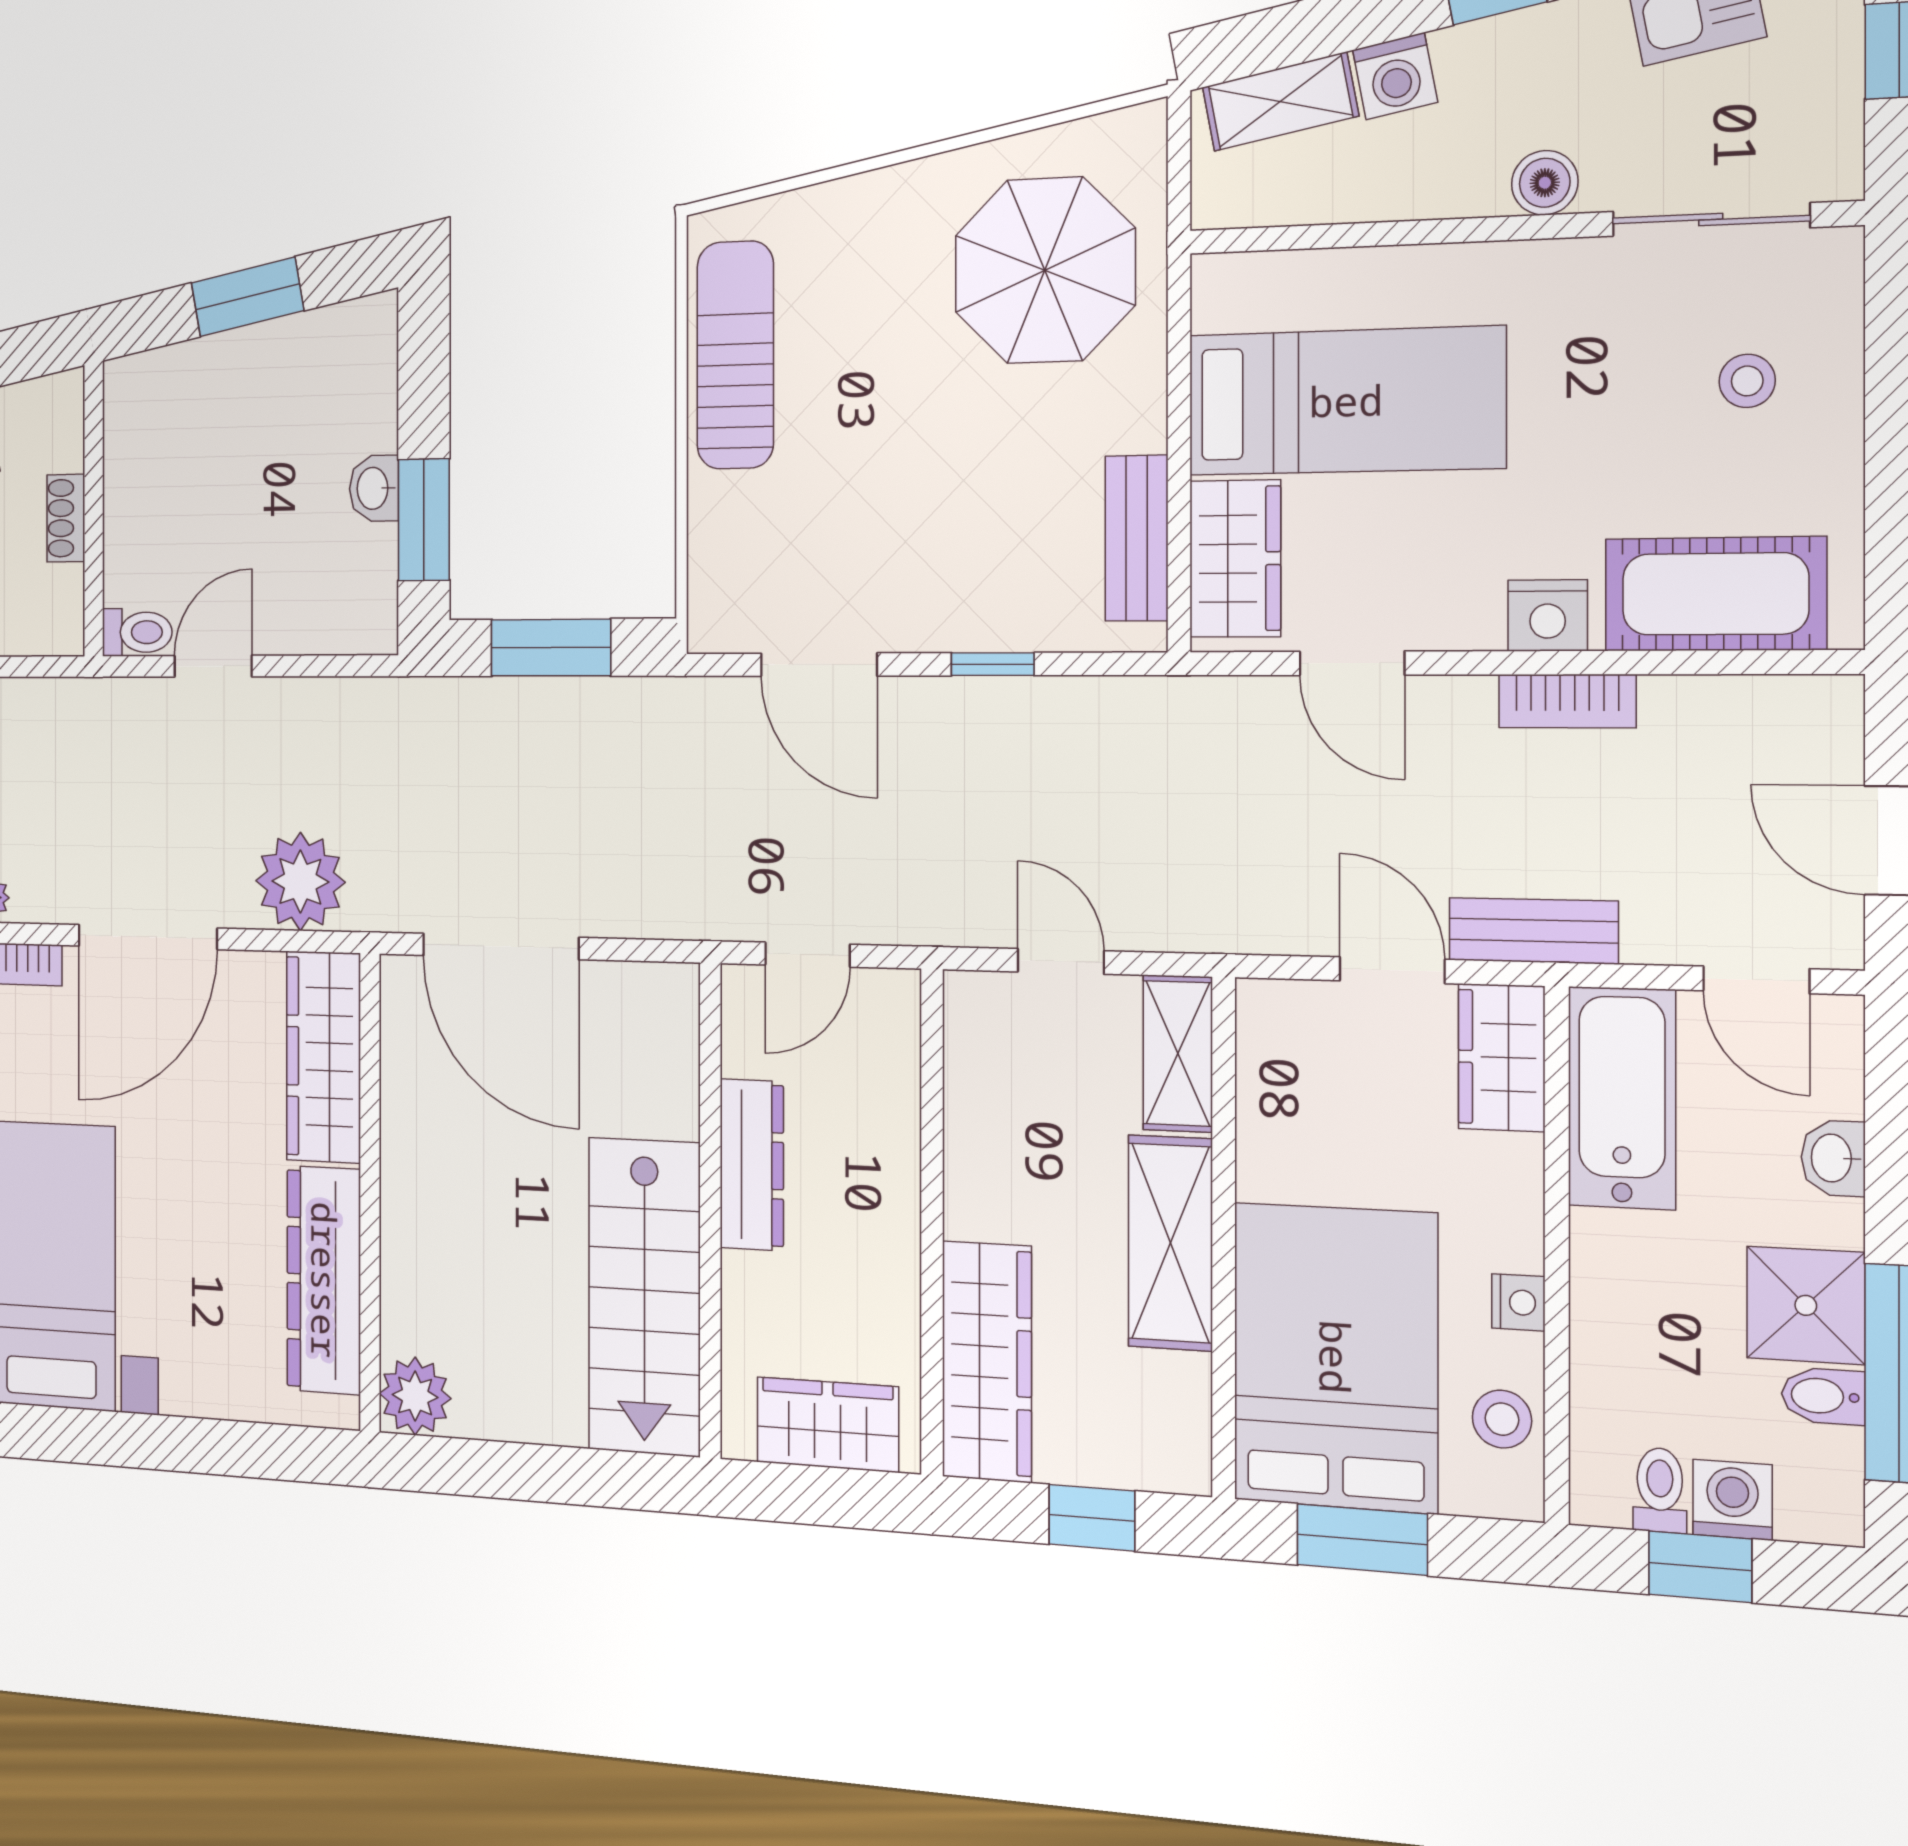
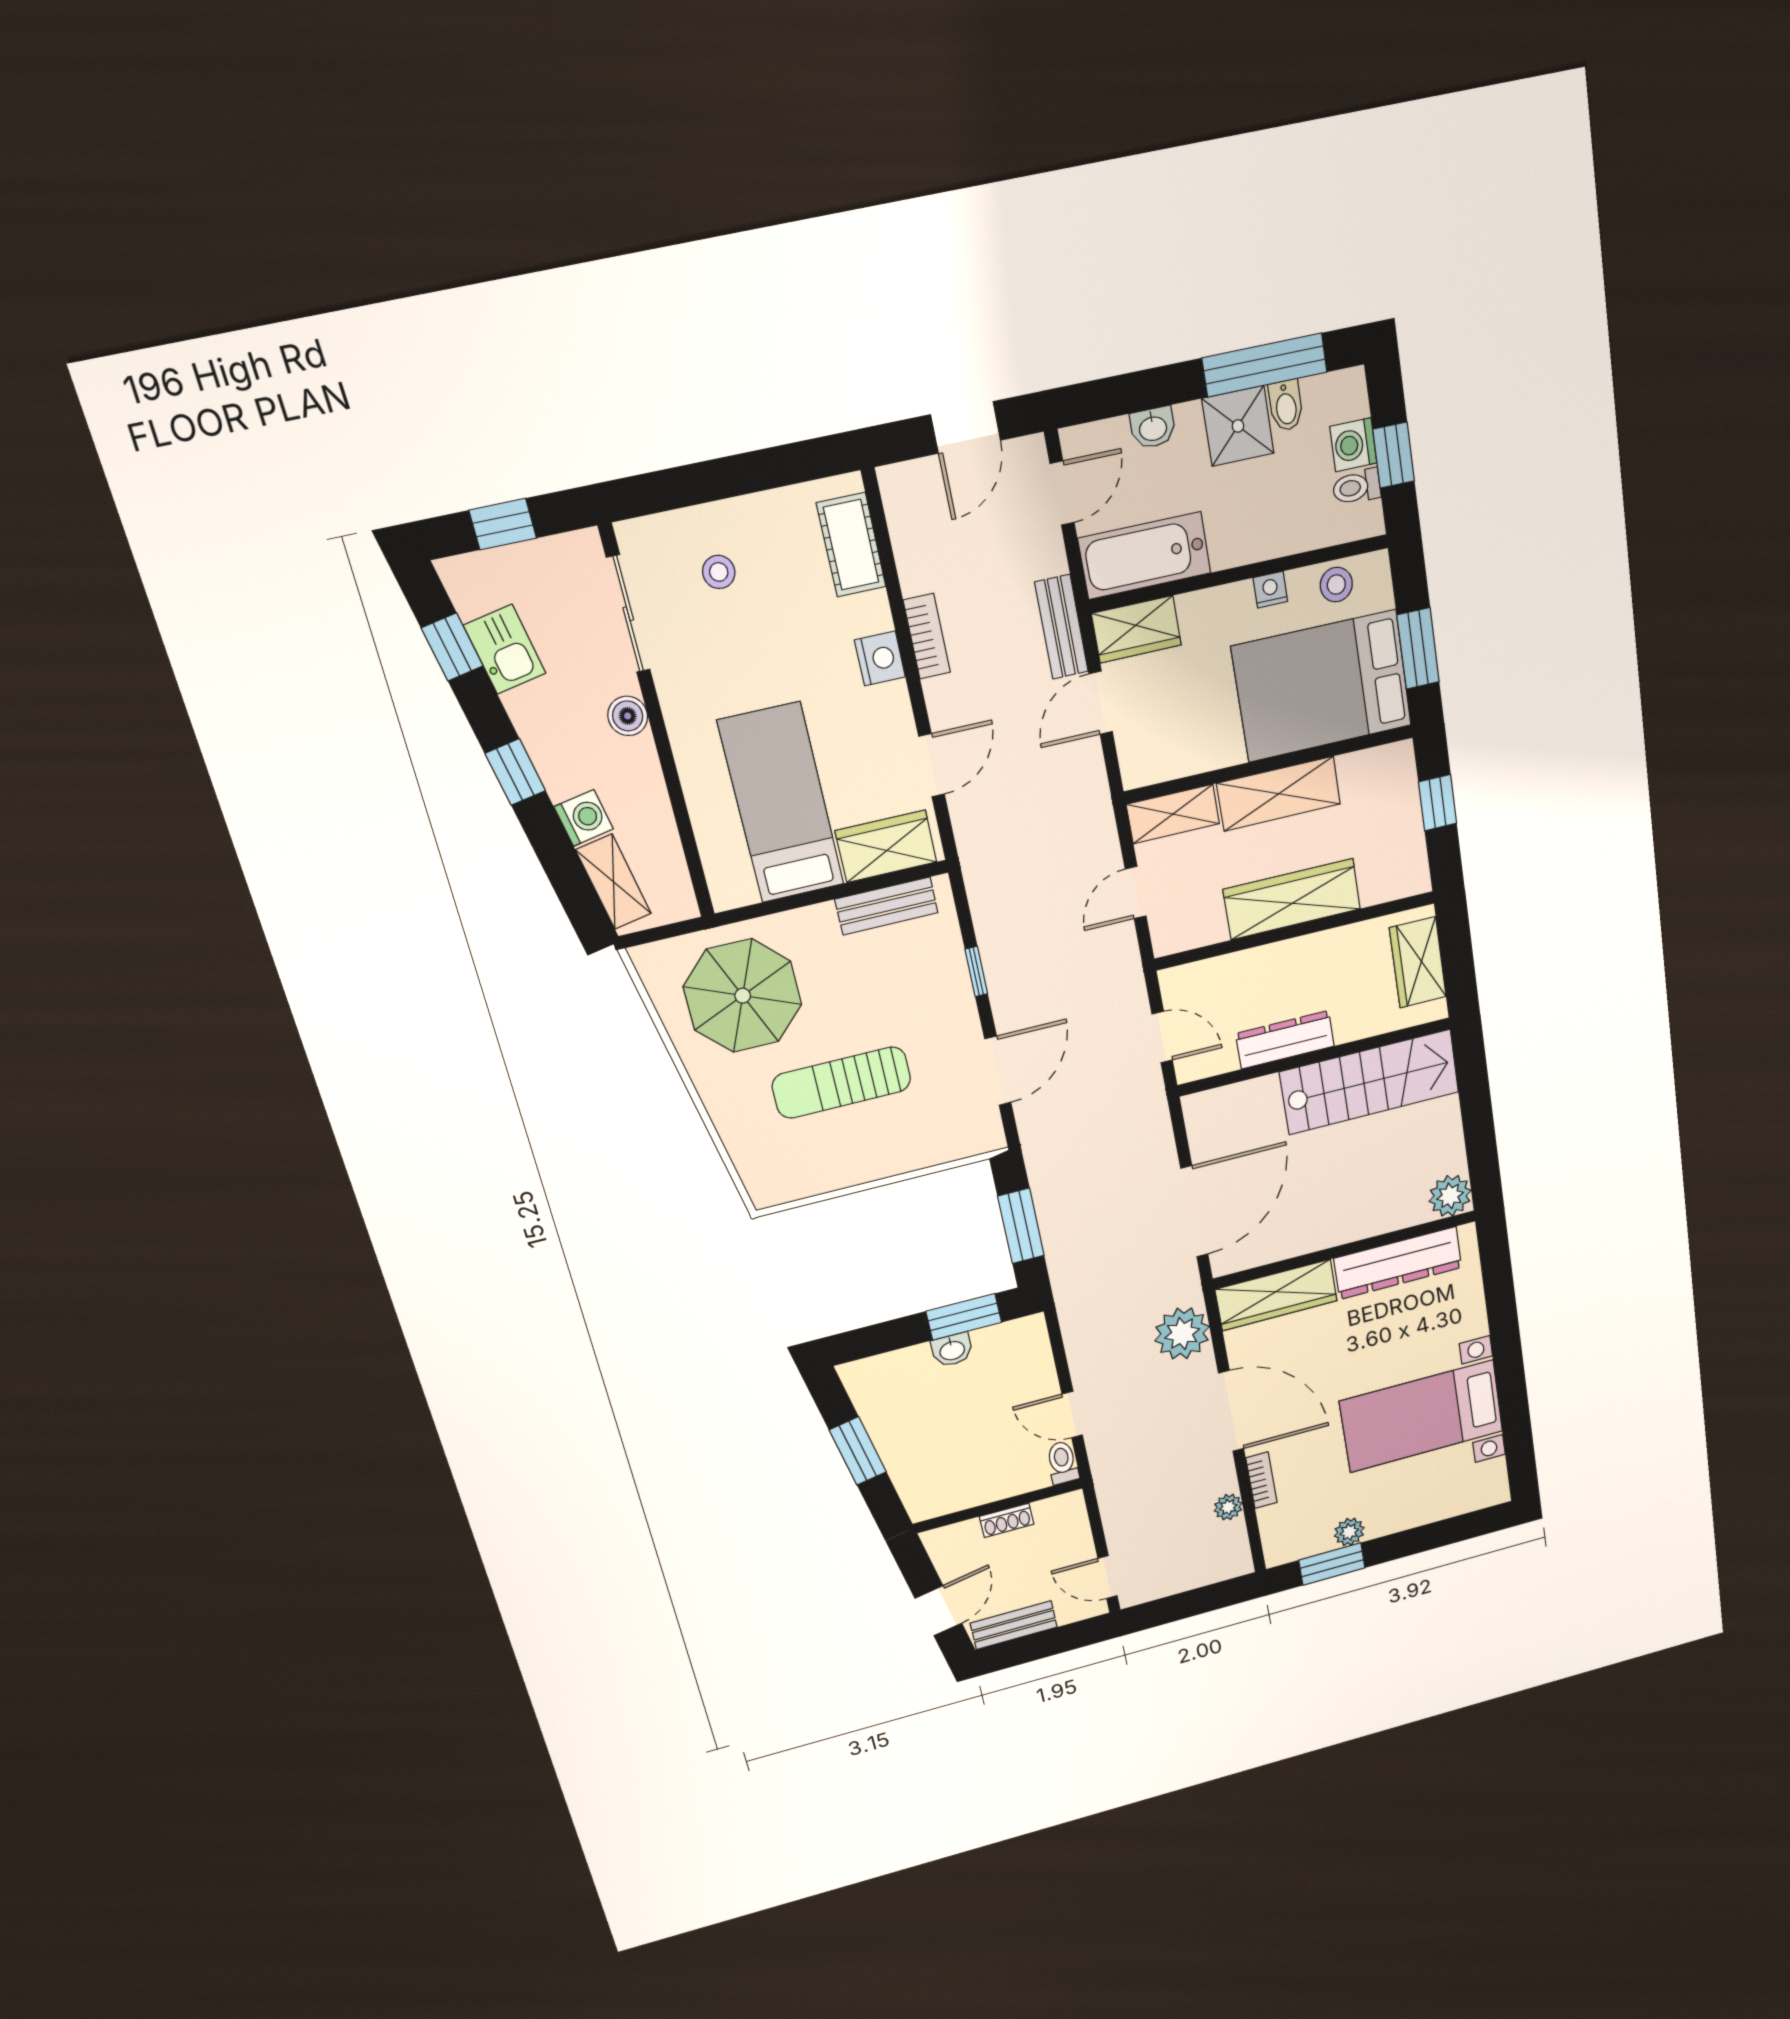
sun lounger: (735, 355) -> (842, 1083), moved
cot: (1715, 594) -> (851, 545), width x0.73, depth x0.75
wardrobe: (987, 1362) -> (1292, 899), moved

